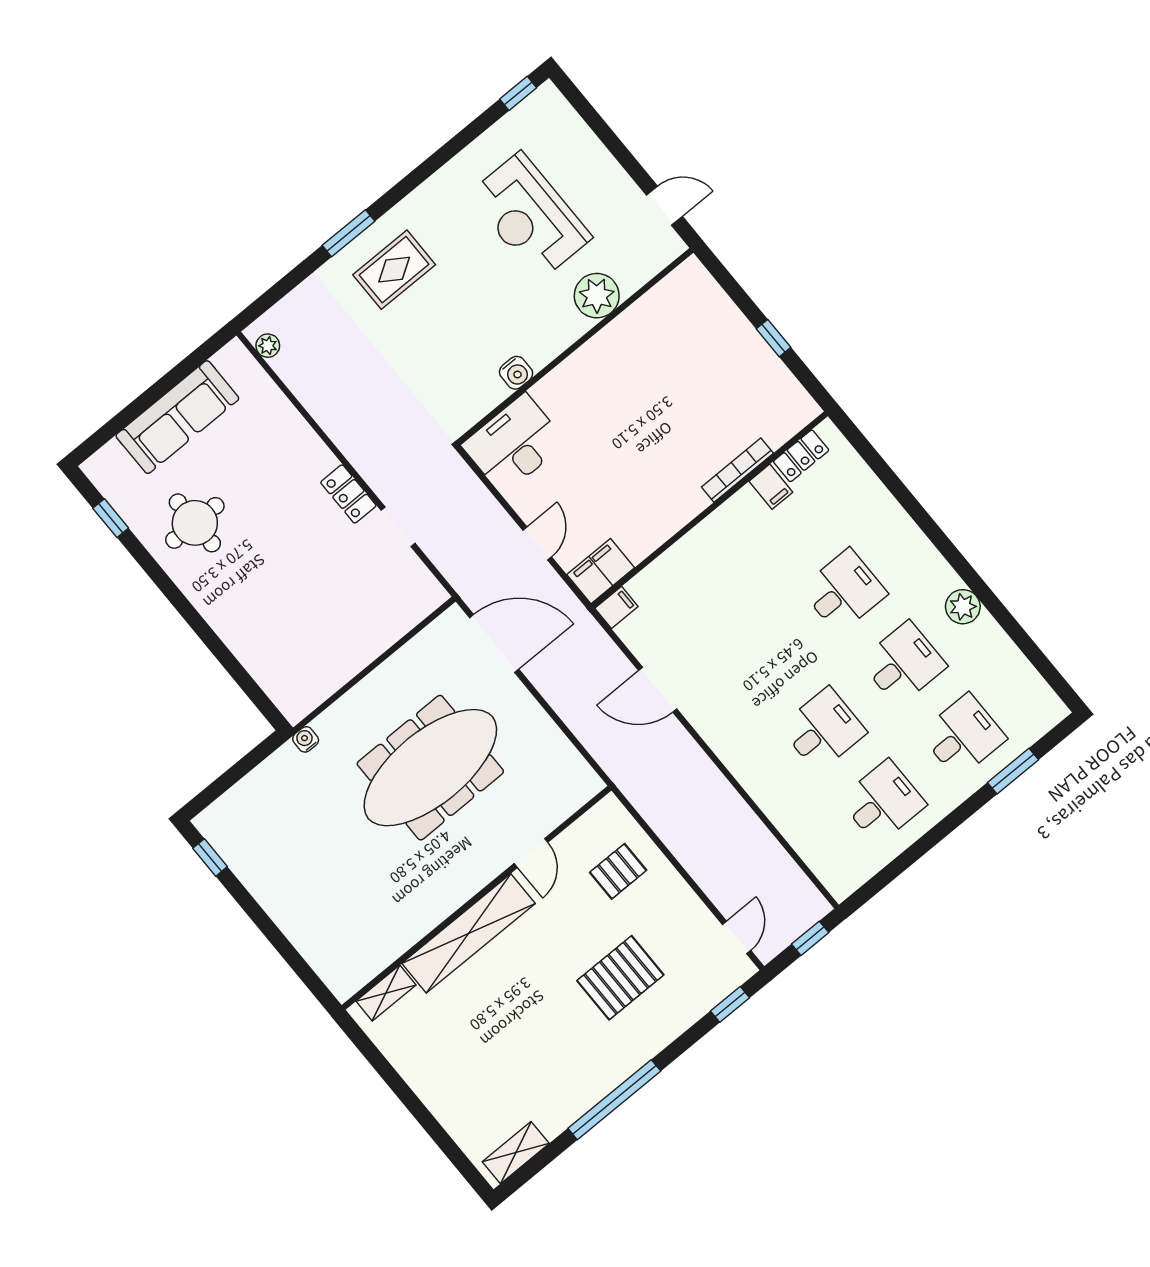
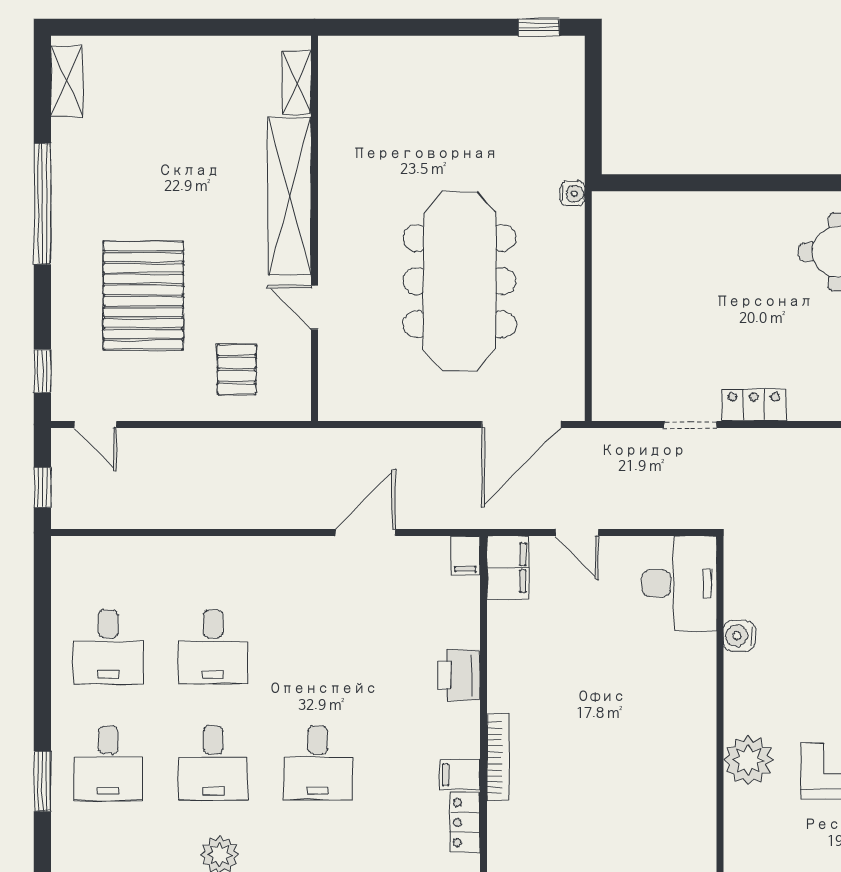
printer: (703, 544) -> (459, 675), added
pallet: (620, 978) -> (143, 296), width x1.37, depth x1.41

